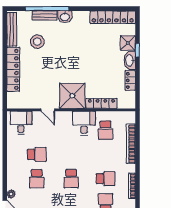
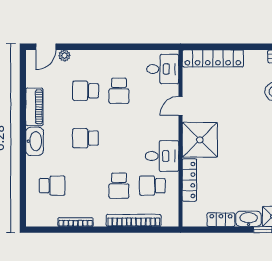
locker: (13, 69) -> (213, 58), moved
school desk: (106, 179) -> (119, 186), moved

